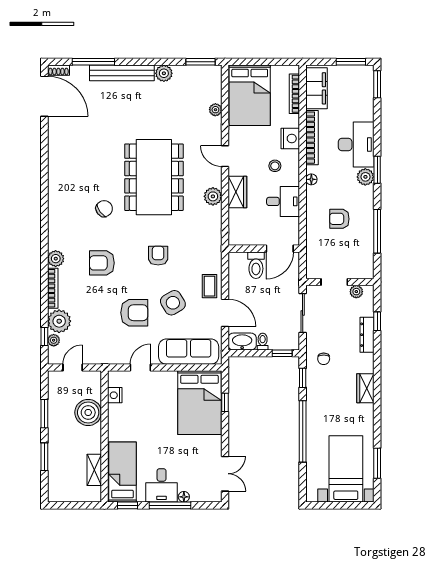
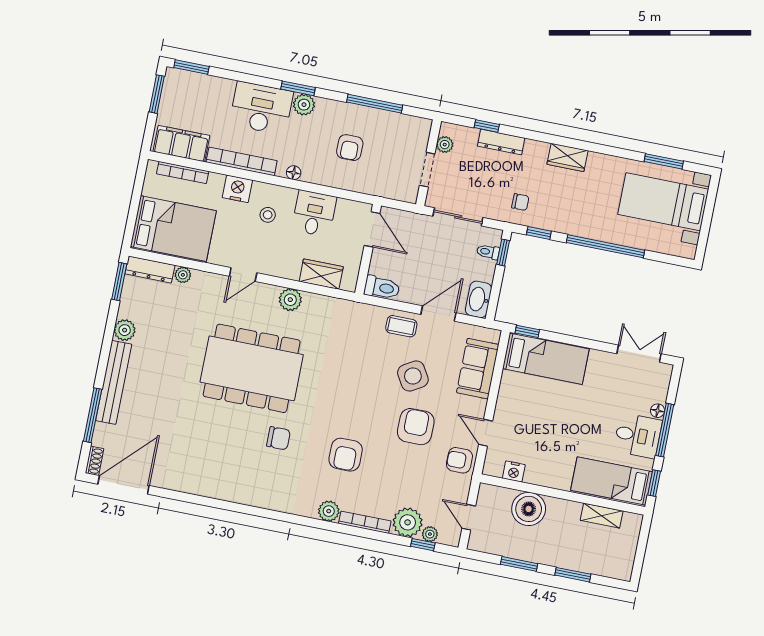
dresser: (215, 83) -> (150, 269), added
wardrobe: (237, 192) -> (321, 274), moved
chair: (104, 209) -> (278, 438), turned 126
armchair: (158, 256) -> (459, 460), moved
toilet: (256, 265) -> (382, 288), moved
toilet: (263, 342) -> (488, 252), moved
sofa: (189, 352) -> (478, 369), width x0.73
window: (225, 402) -> (527, 331), moved
bed: (199, 403) -> (546, 359), width x0.67

